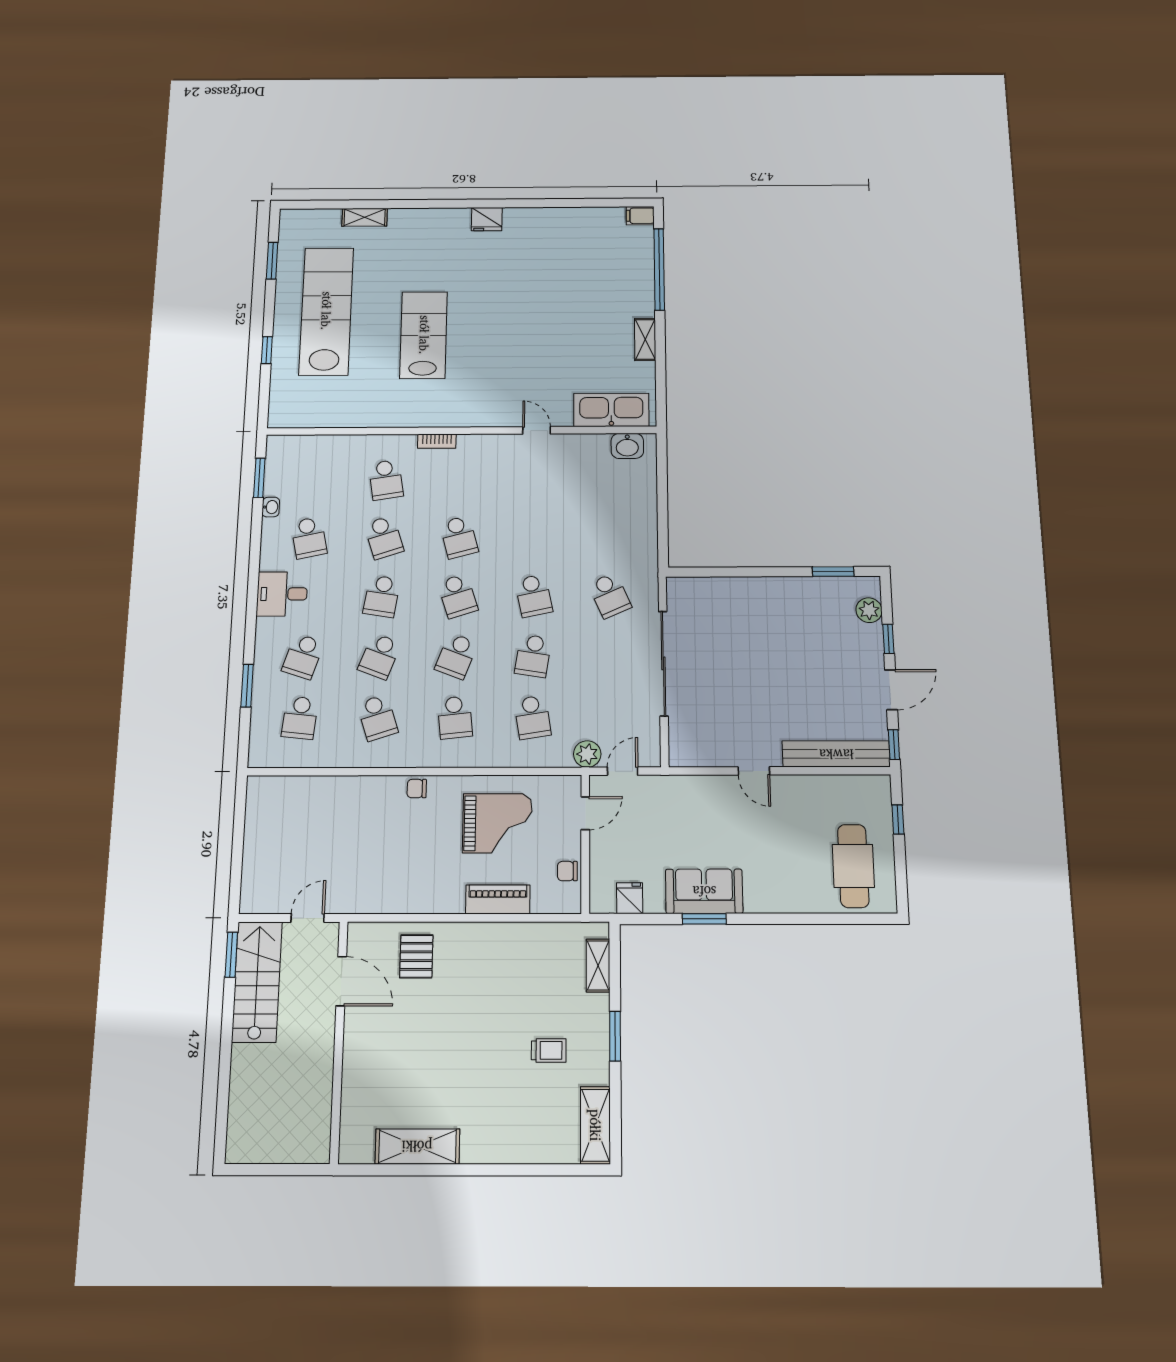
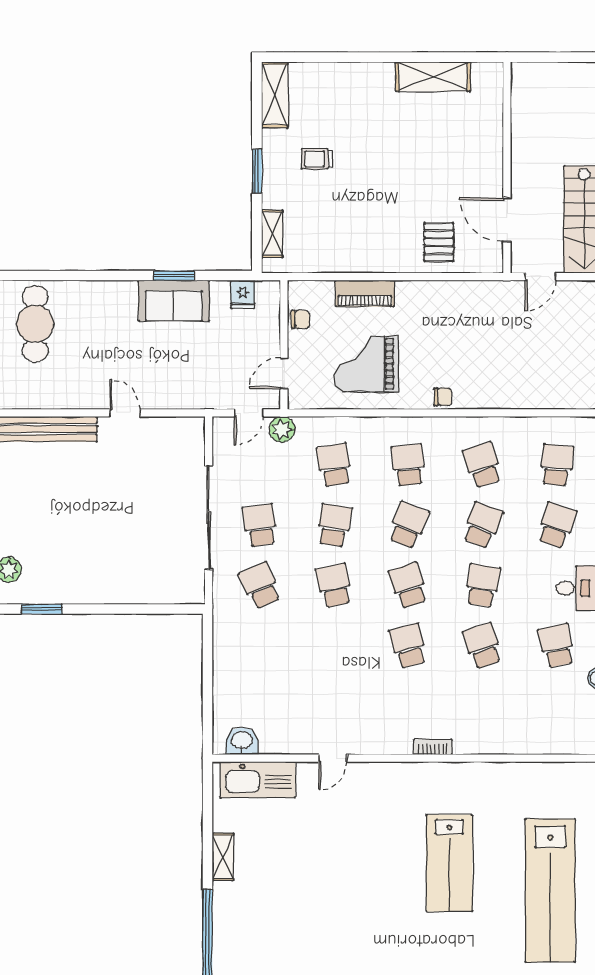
door: (537, 430) -> (333, 758), hinge flipped
school desk: (386, 480) -> (260, 525), moved

